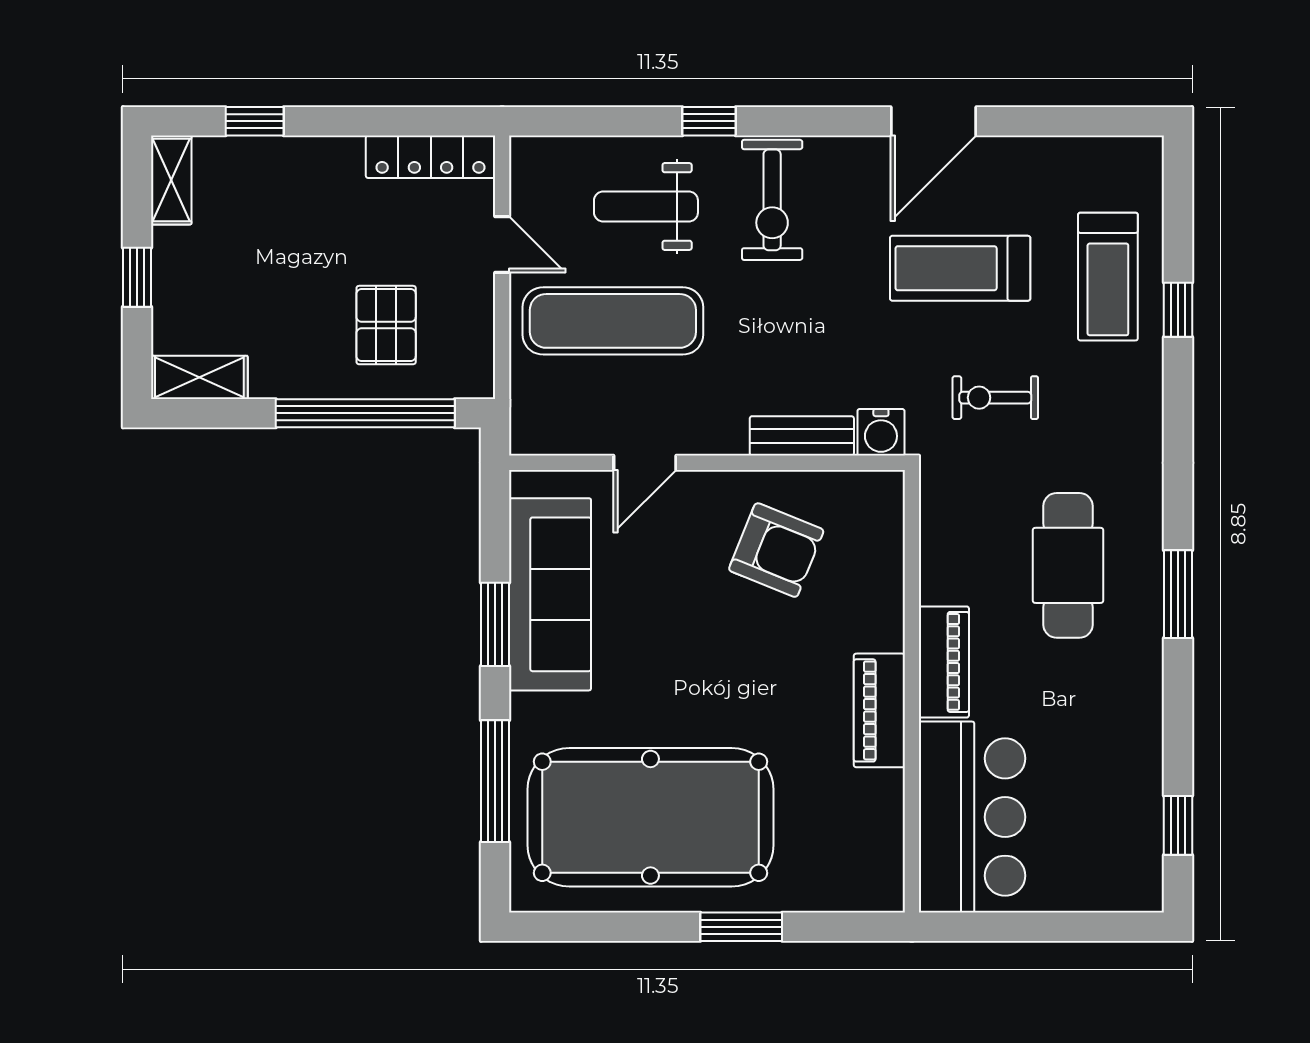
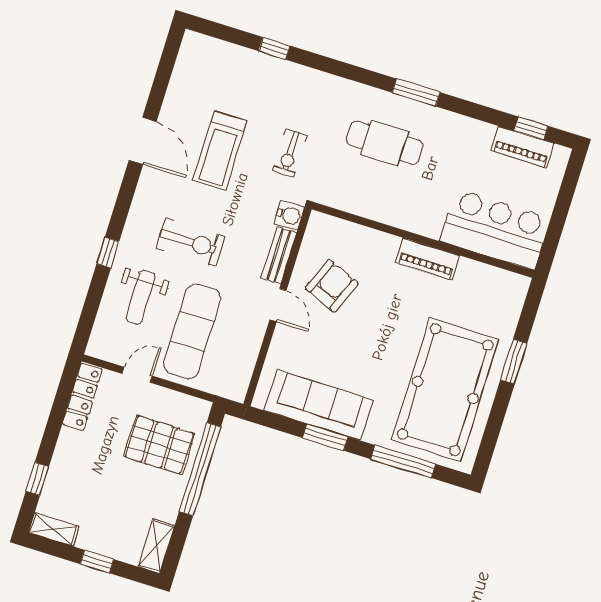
exercise bike: (772, 200) -> (191, 242), moved
treadmill: (1108, 277) -> (247, 78), removed
pallet: (386, 325) -> (159, 445), width x1.50, depth x1.42
door: (645, 463) -> (278, 305), moved
piano: (944, 662) -> (523, 147), moved, turned 180

